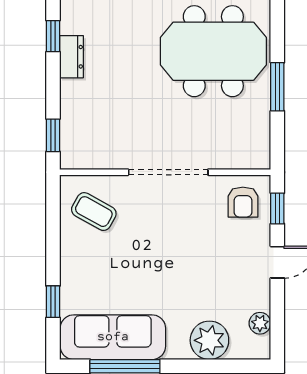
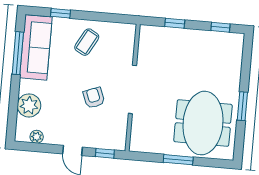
dresser: (71, 57) -> (207, 37), removed
window: (53, 135) -> (175, 23), moved
armchair: (243, 202) -> (94, 98), moved, turned 69
coffee table: (94, 212) -> (87, 42), moved

